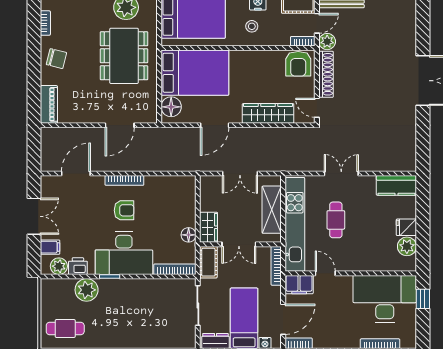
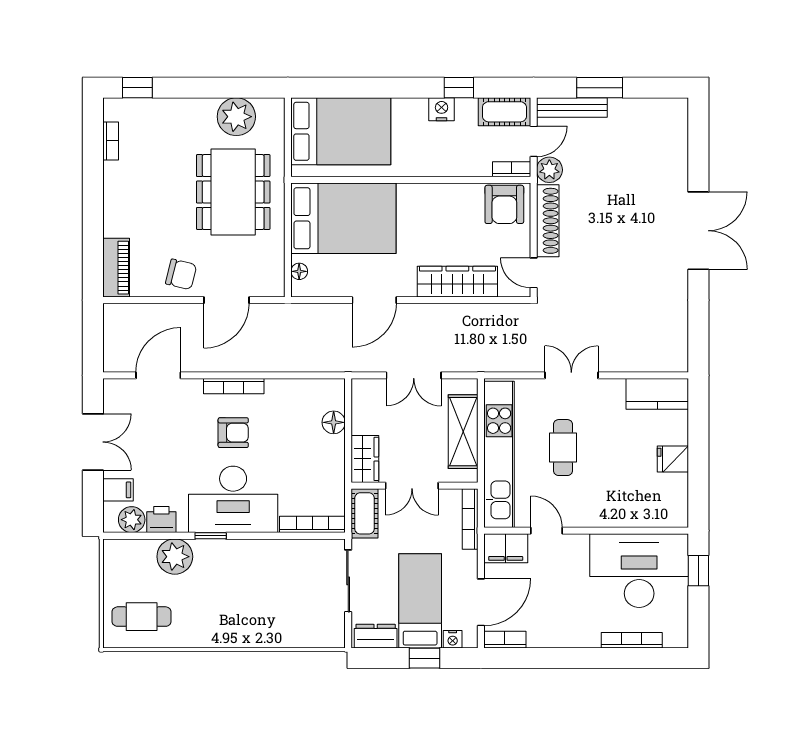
stool: (252, 26) -> (432, 146), removed
chair: (57, 59) -> (181, 274), moved
floor lamp: (171, 107) -> (299, 271), width x0.53, depth x0.53
floor lamp: (189, 235) -> (334, 422), moved
plant: (407, 246) -> (674, 489), removed

